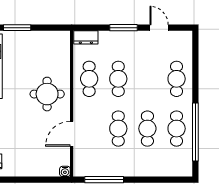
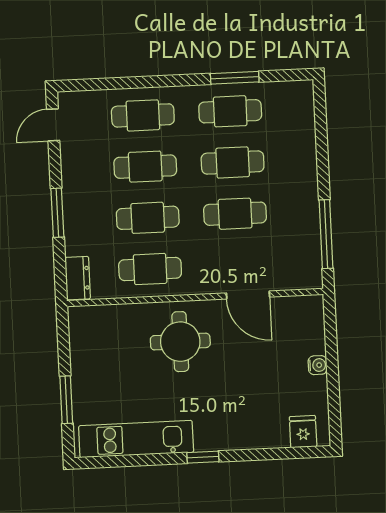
door: (159, 28) -> (53, 125), moved
cafe table: (147, 79) -> (145, 167), added
window: (195, 132) -> (235, 78), width x0.47
water cooler: (65, 171) -> (318, 365), moved

